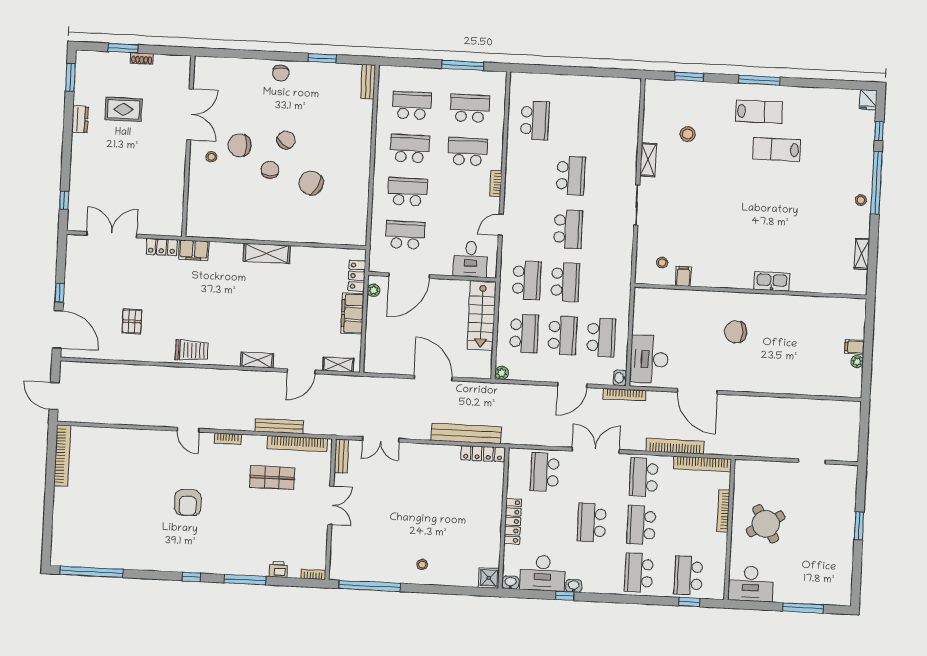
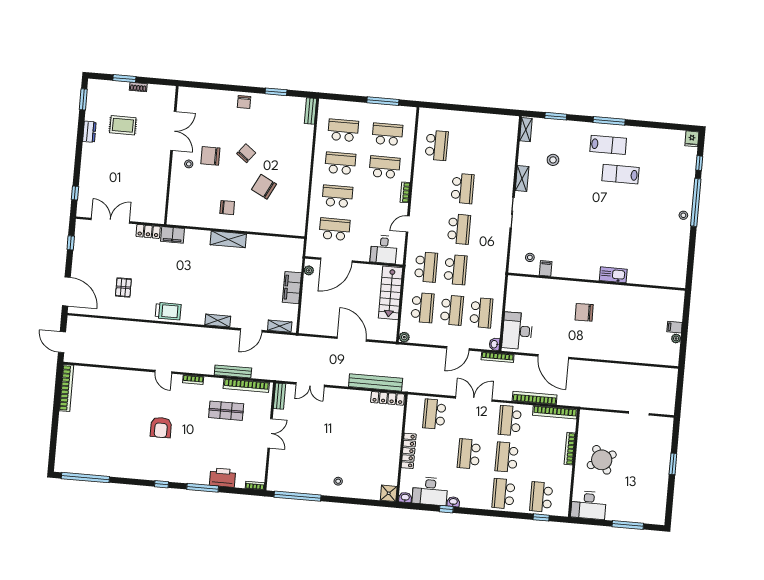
chair: (270, 170) -> (227, 208), moved, turned 90
shelving: (862, 254) -> (526, 130), moved
locker: (357, 276) -> (296, 259), removed
window: (60, 293) -> (71, 243), moved
printer: (278, 569) -> (223, 478), width x1.87, depth x1.48

